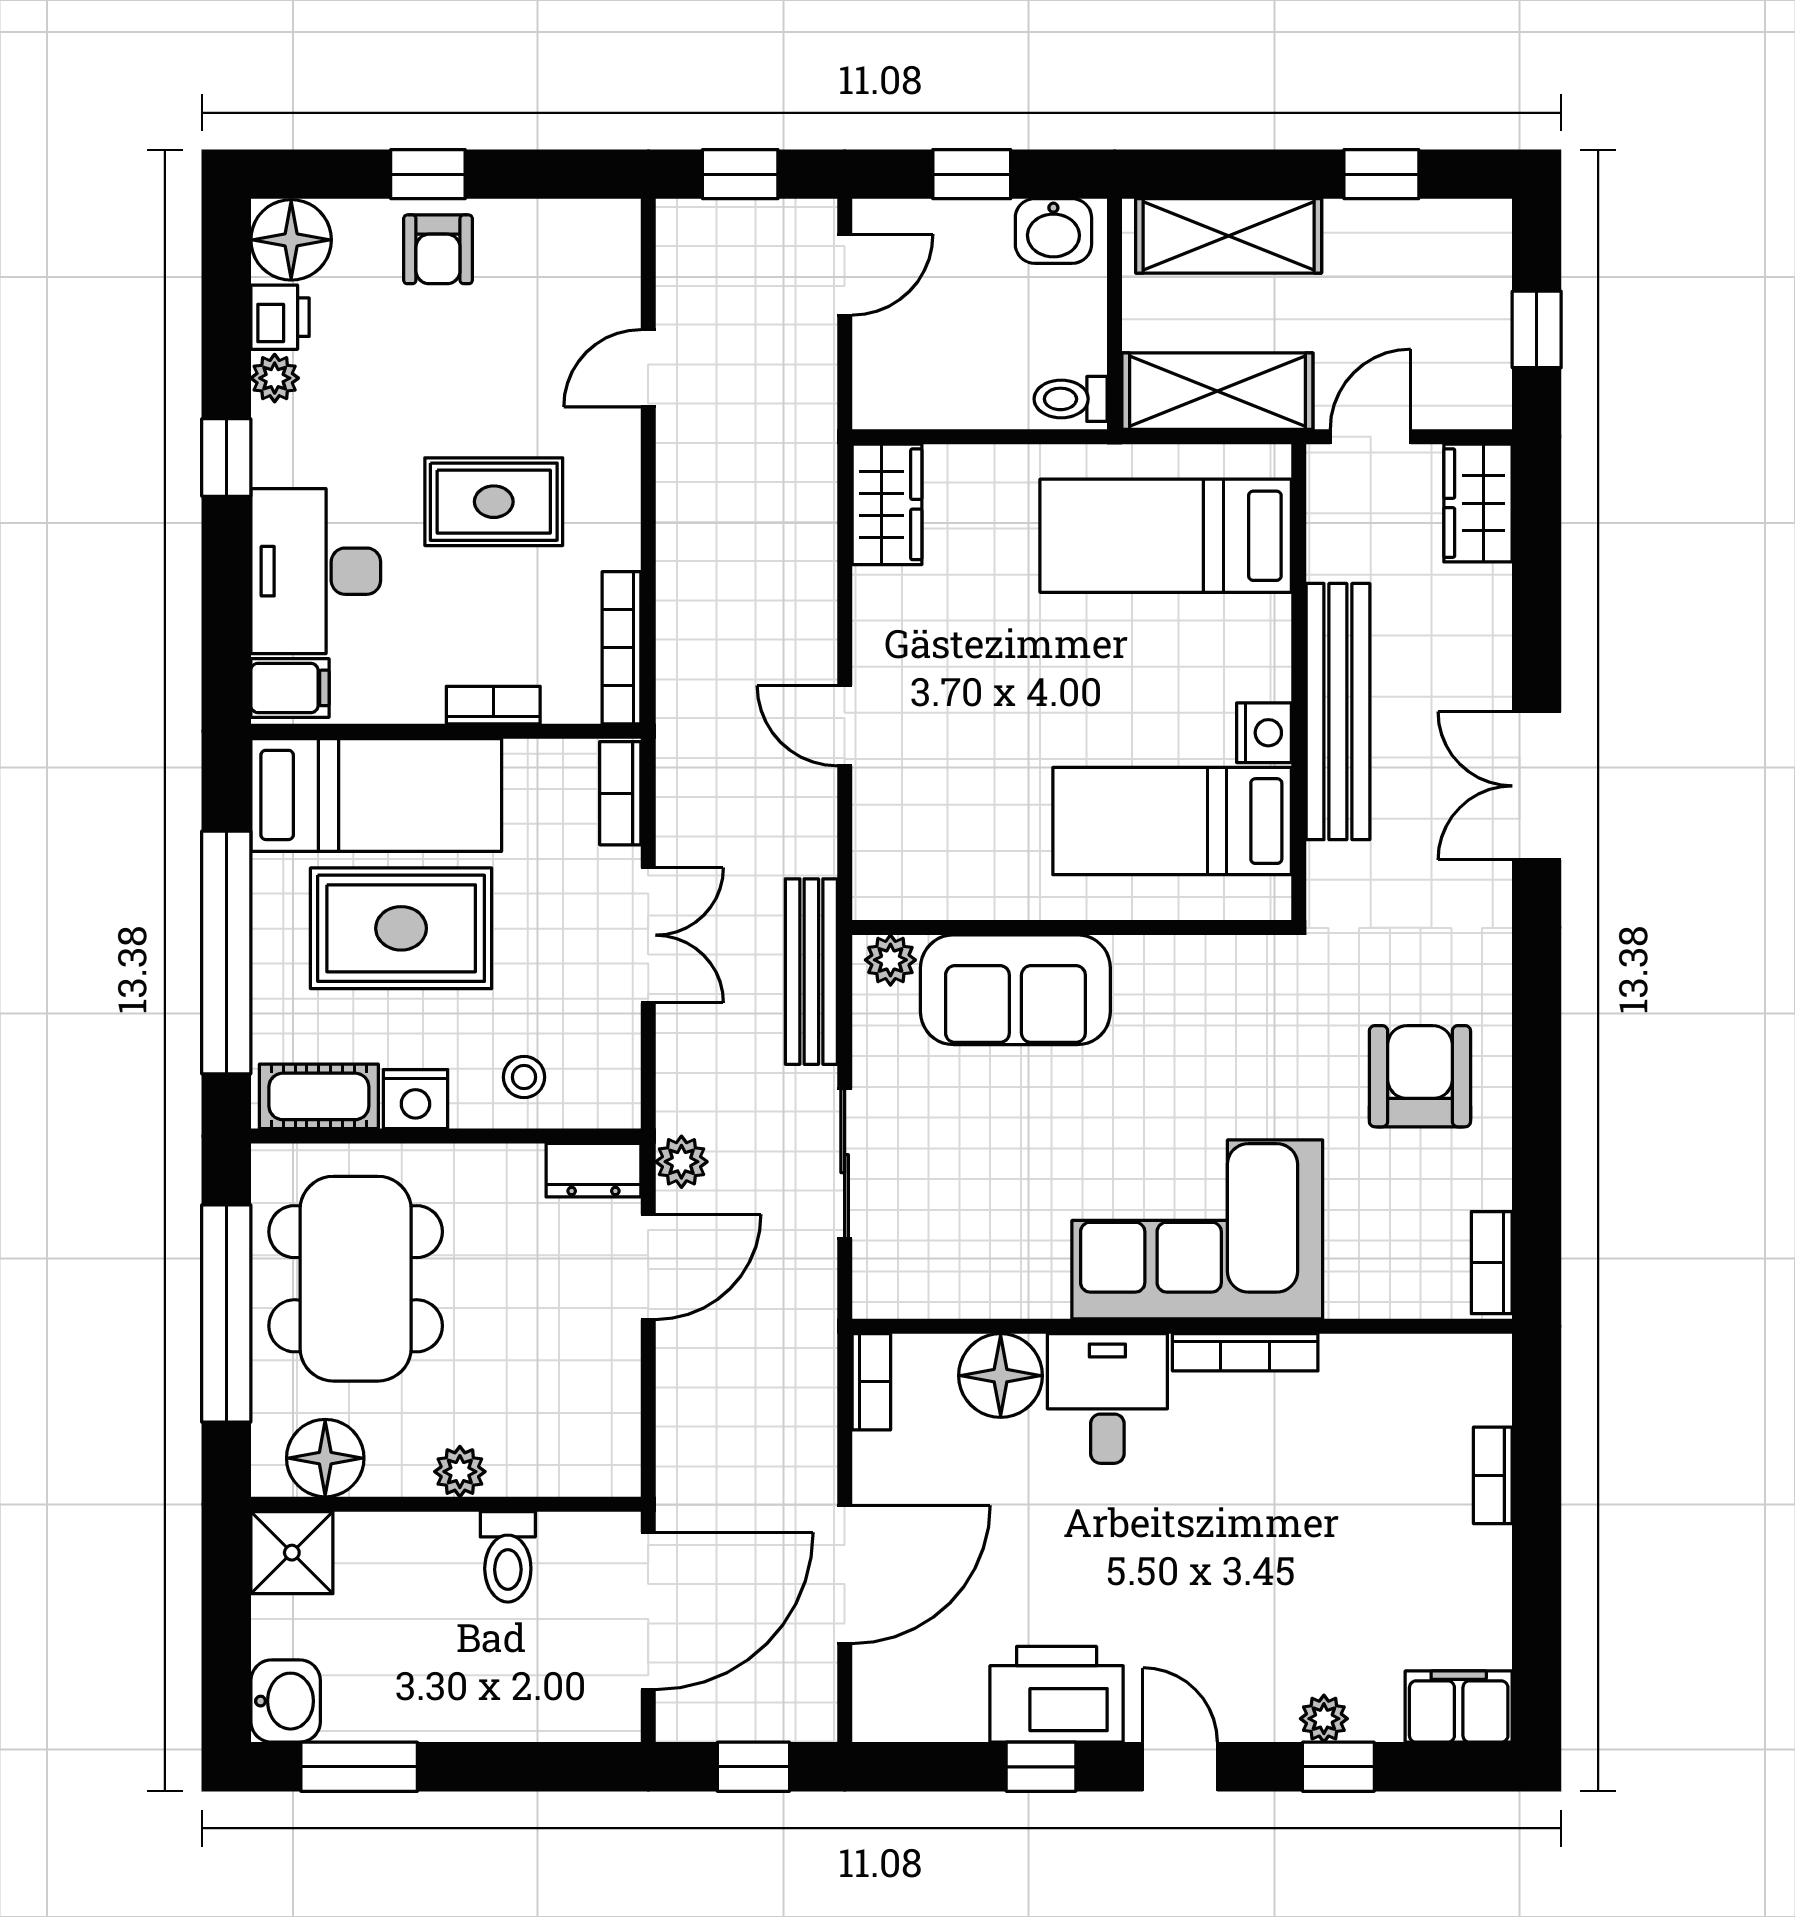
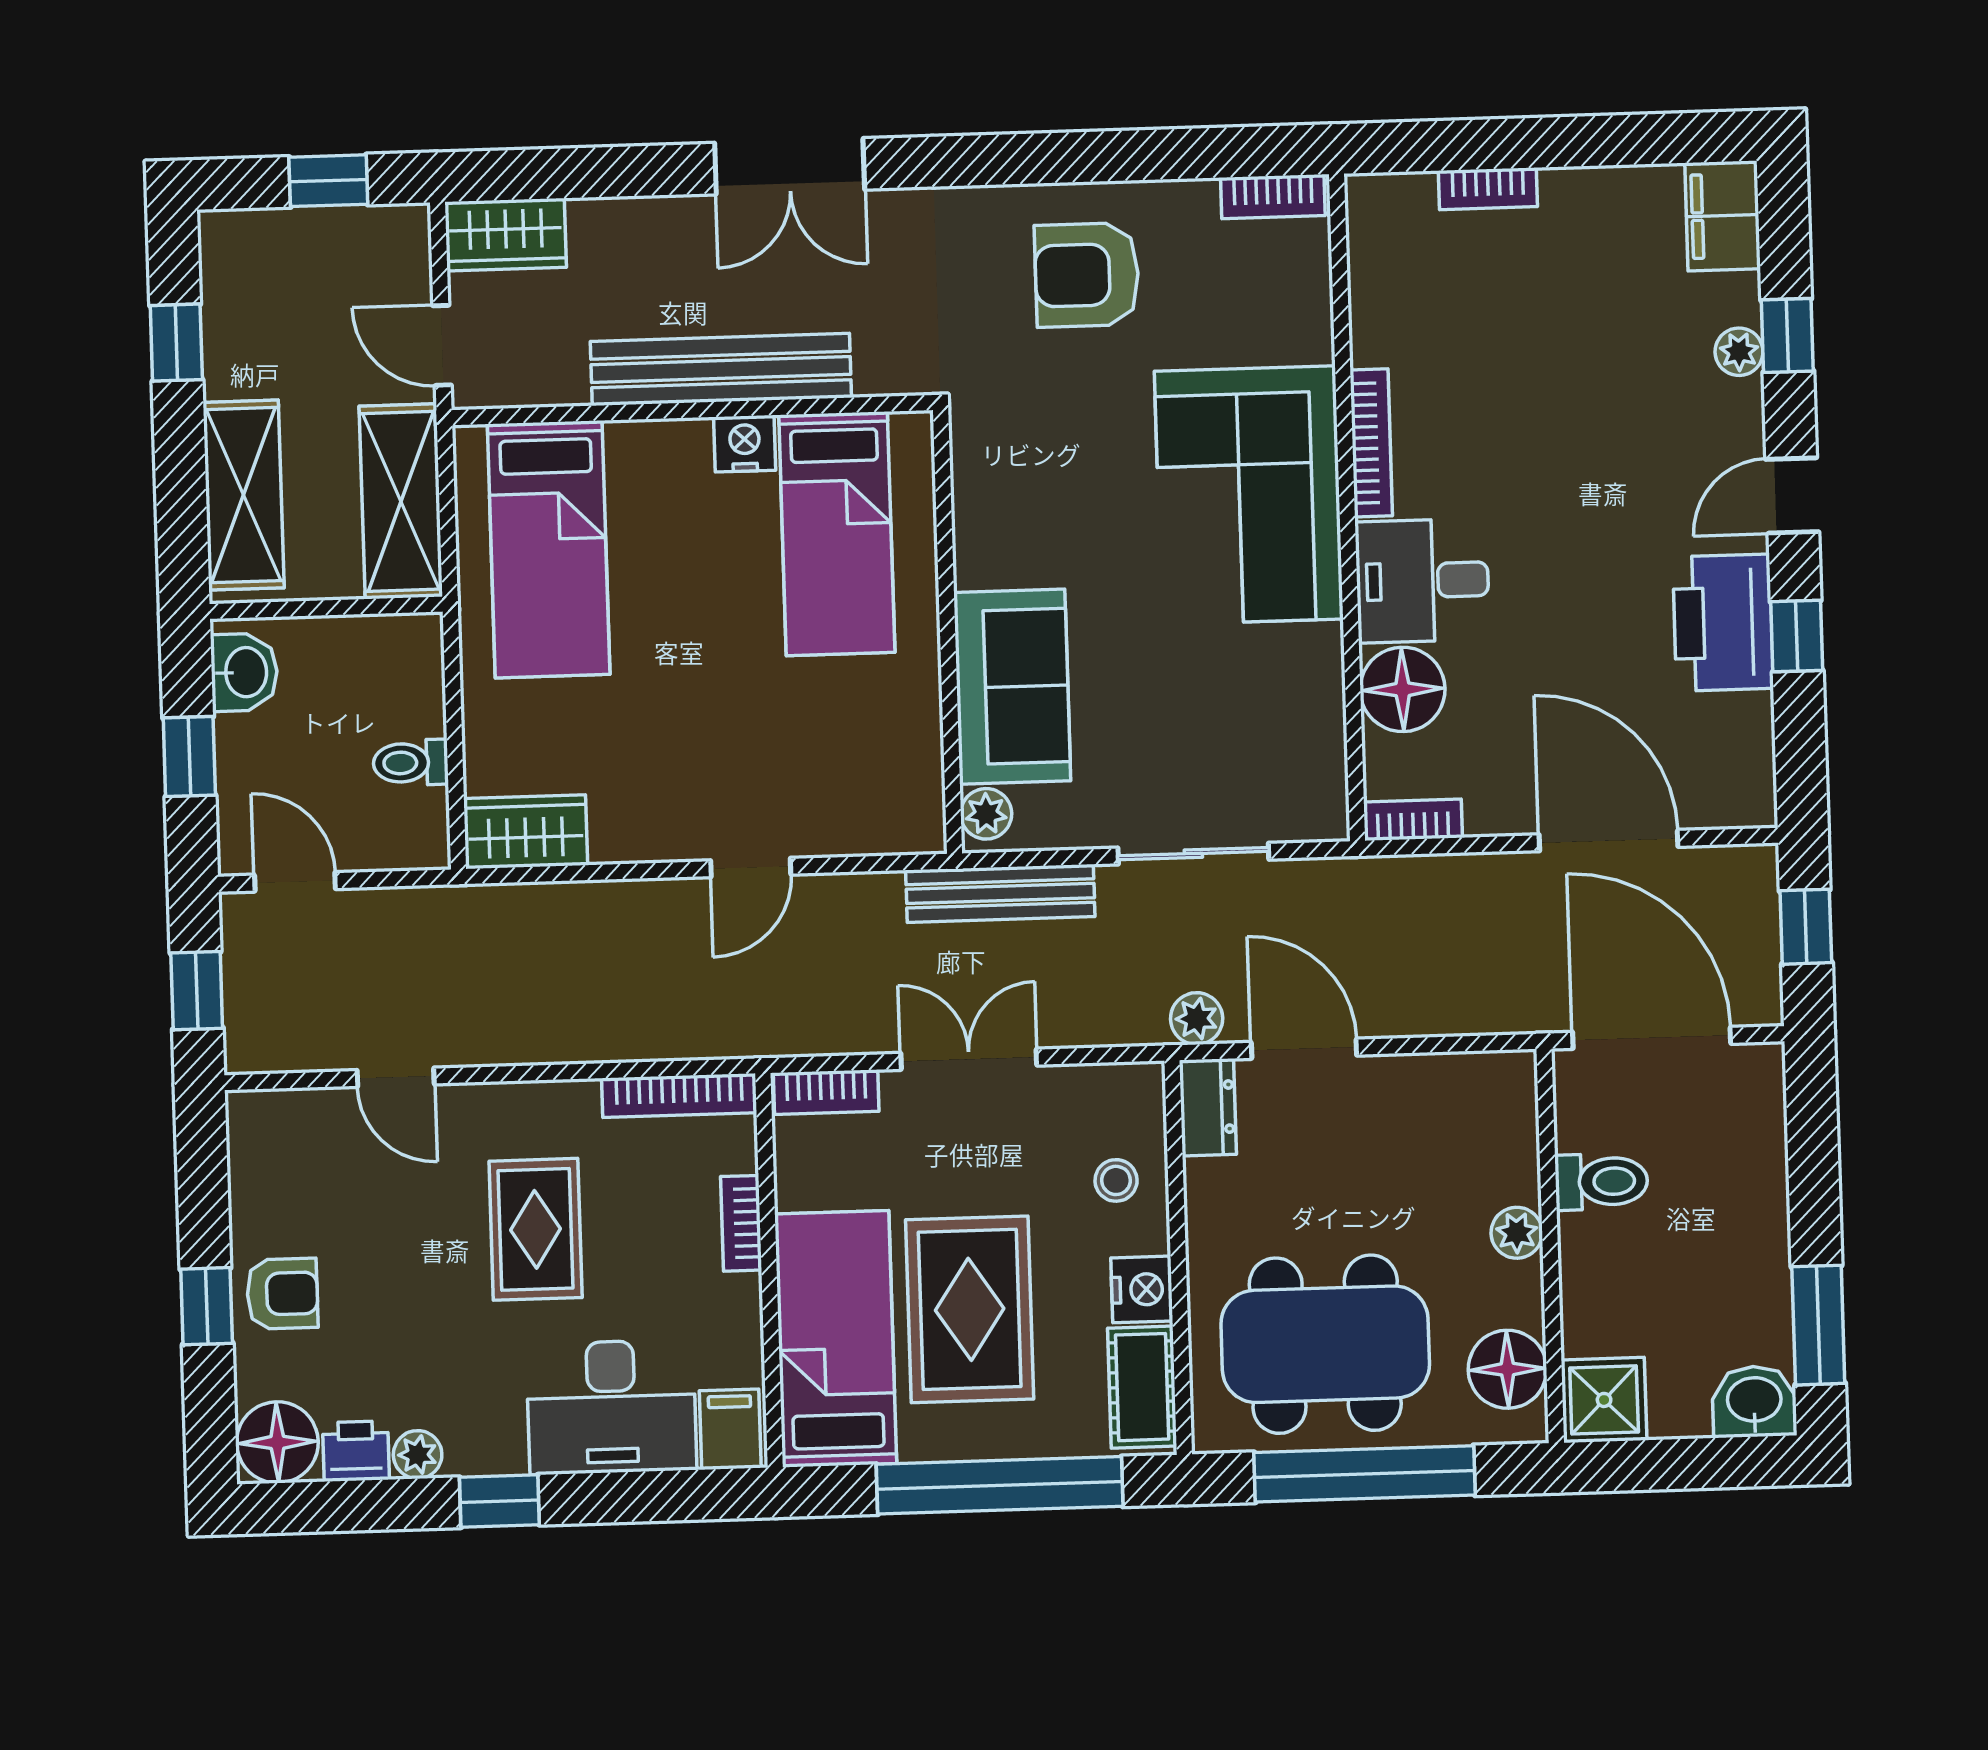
toilet: (1071, 399) -> (411, 763), moved, turned 90

